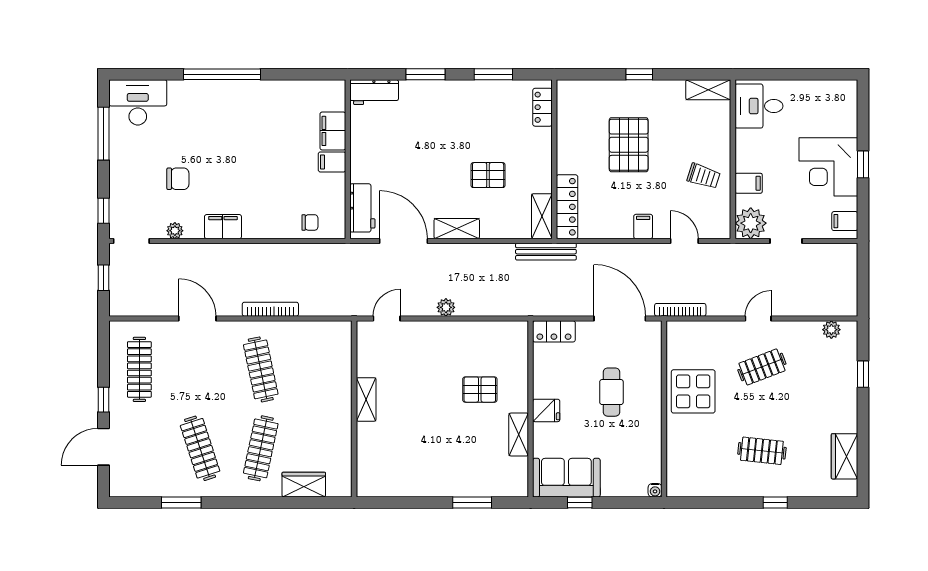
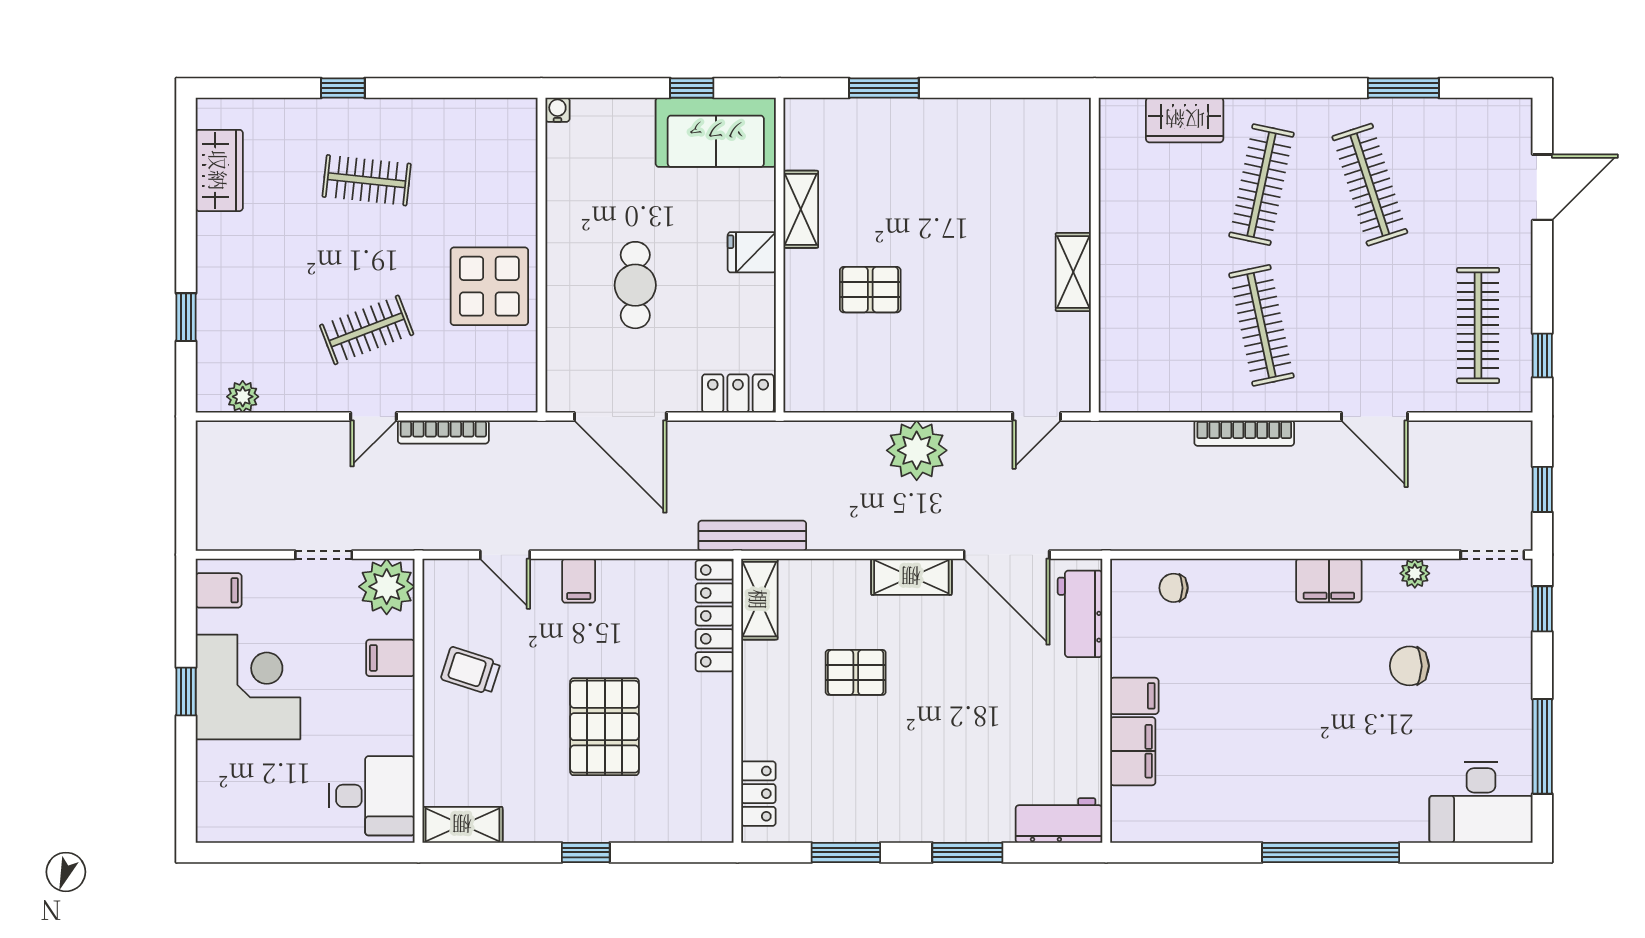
plant: (446, 307) -> (917, 450), width x1.88, depth x1.88
bookcase: (680, 310) -> (443, 432), moved
window: (103, 400) -> (1542, 355), moved

